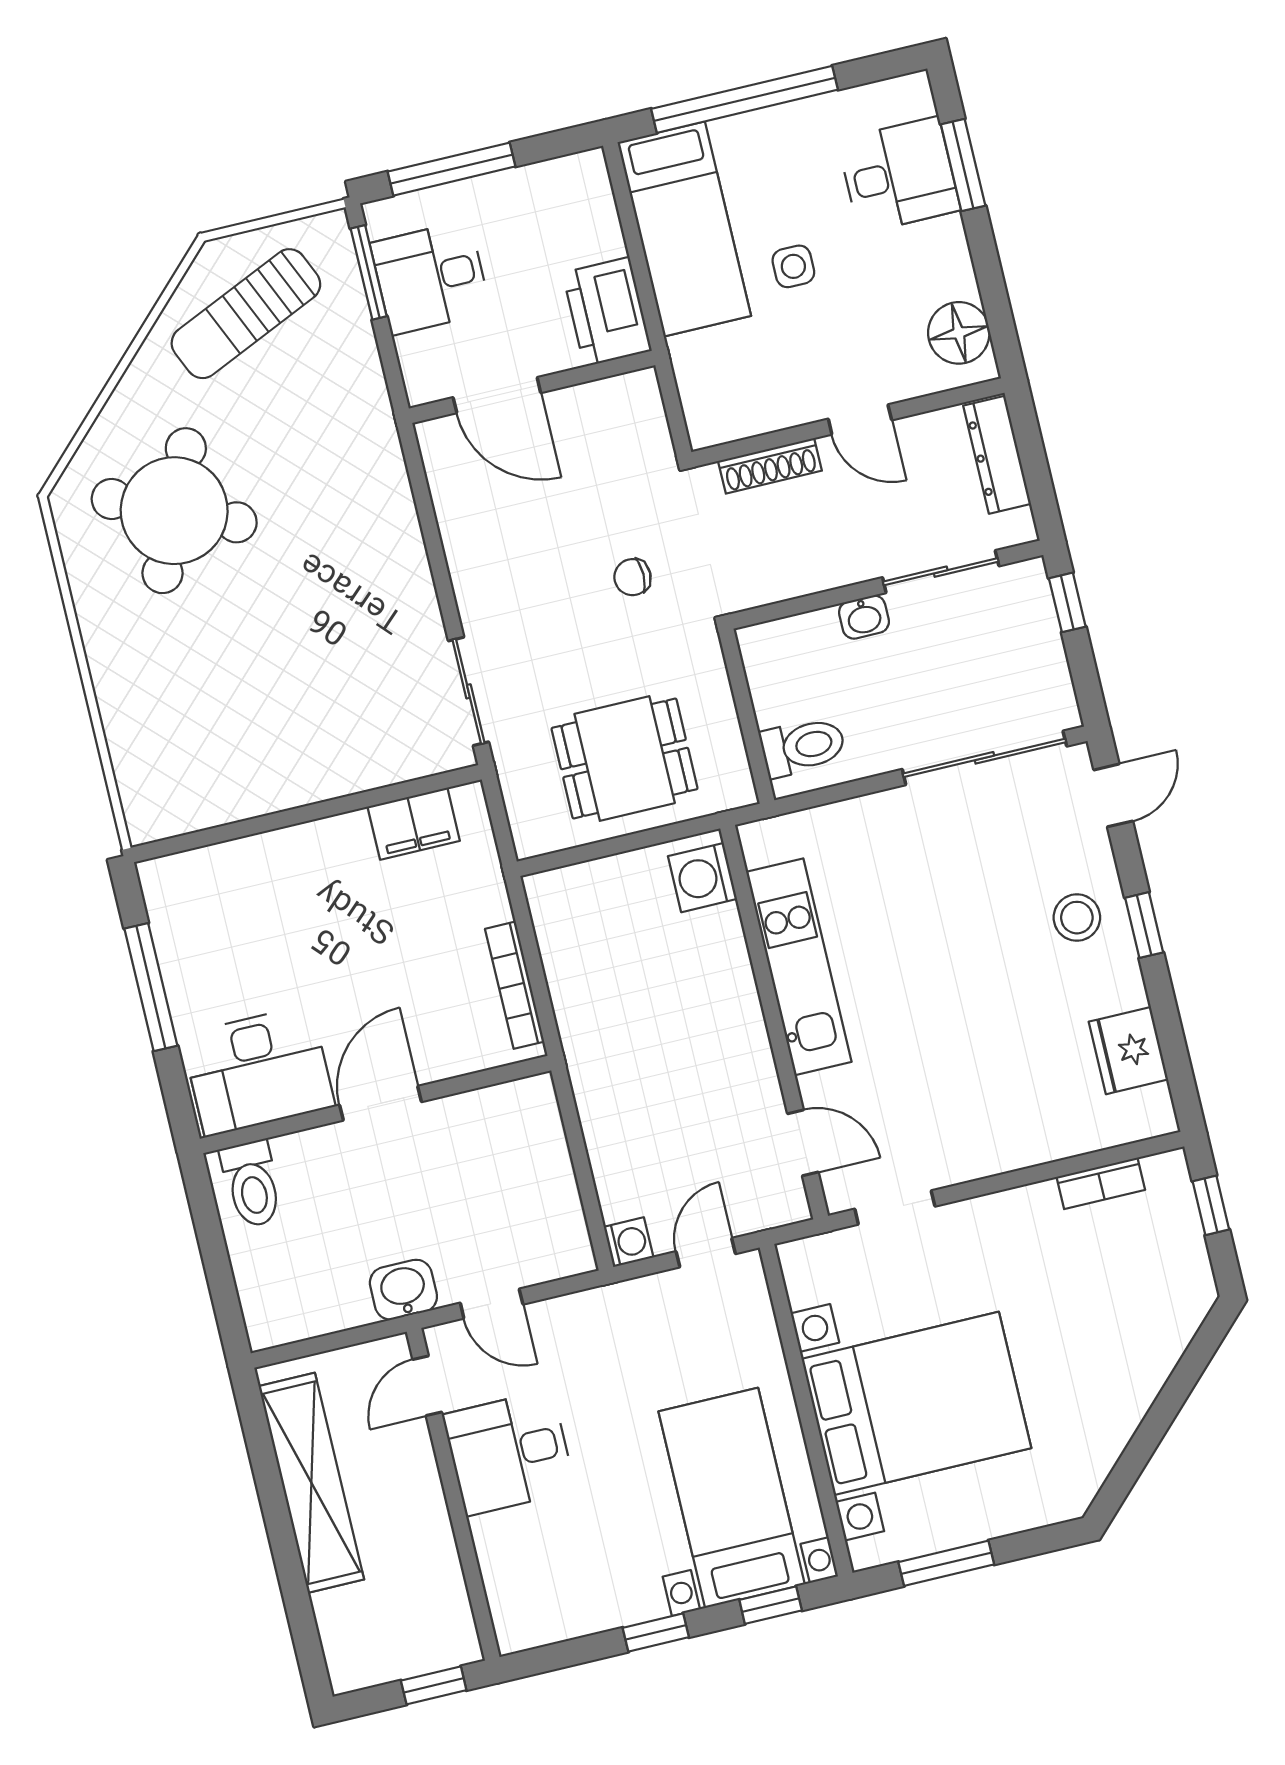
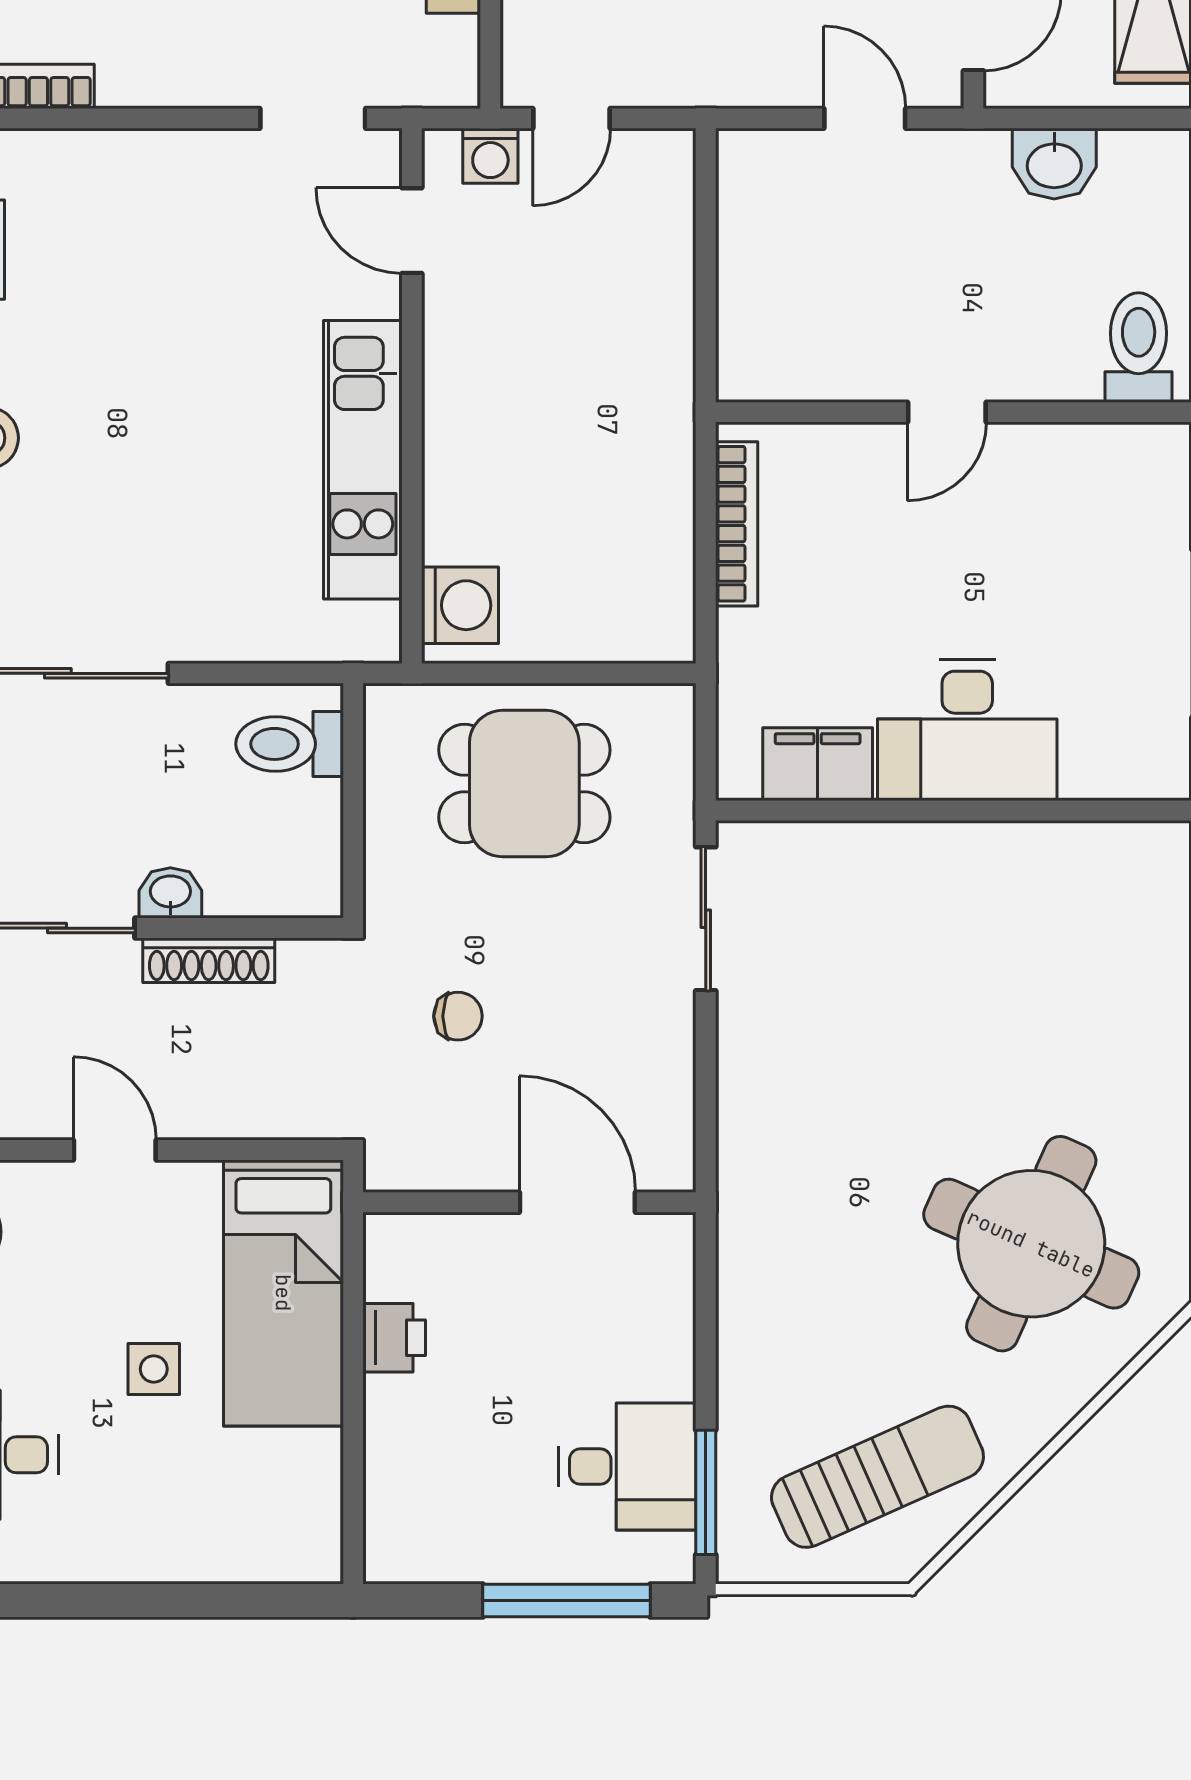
window: (744, 99) -> (165, 1601), removed
bed: (684, 229) -> (283, 1293), moved, turned 180
printer: (607, 312) -> (394, 1338), width x0.53, depth x0.68
wall: (532, 387) -> (529, 1202), moved
door: (497, 395) -> (577, 1202), moved
shoe rack: (770, 466) -> (209, 960), moved, turned 180
desk: (258, 1071) -> (967, 730), moved, turned 180
door: (381, 1103) -> (947, 412), width x0.73
washing machine: (629, 1242) -> (490, 156), moved, turned -90
washbasin: (403, 1290) -> (1054, 164), moved

